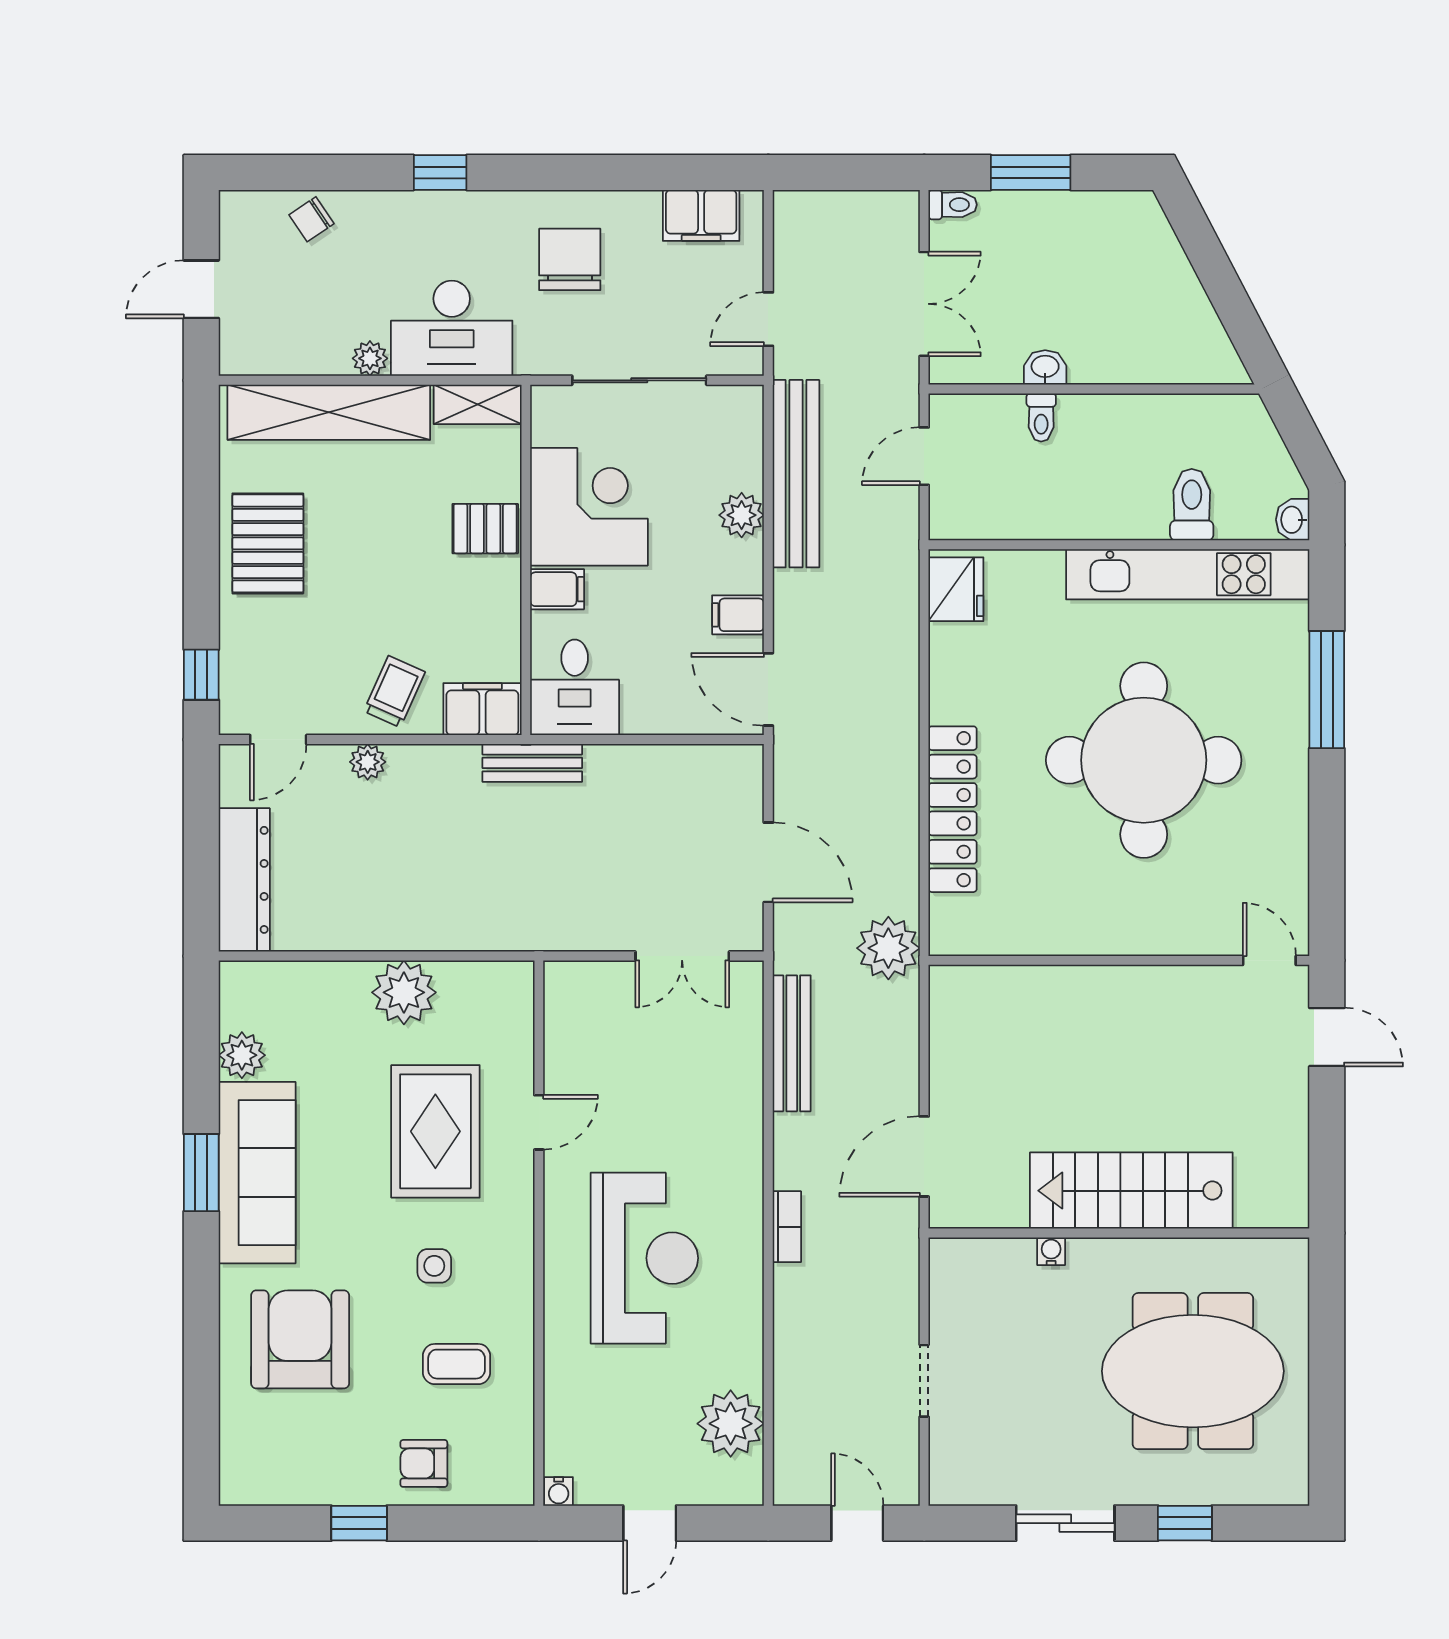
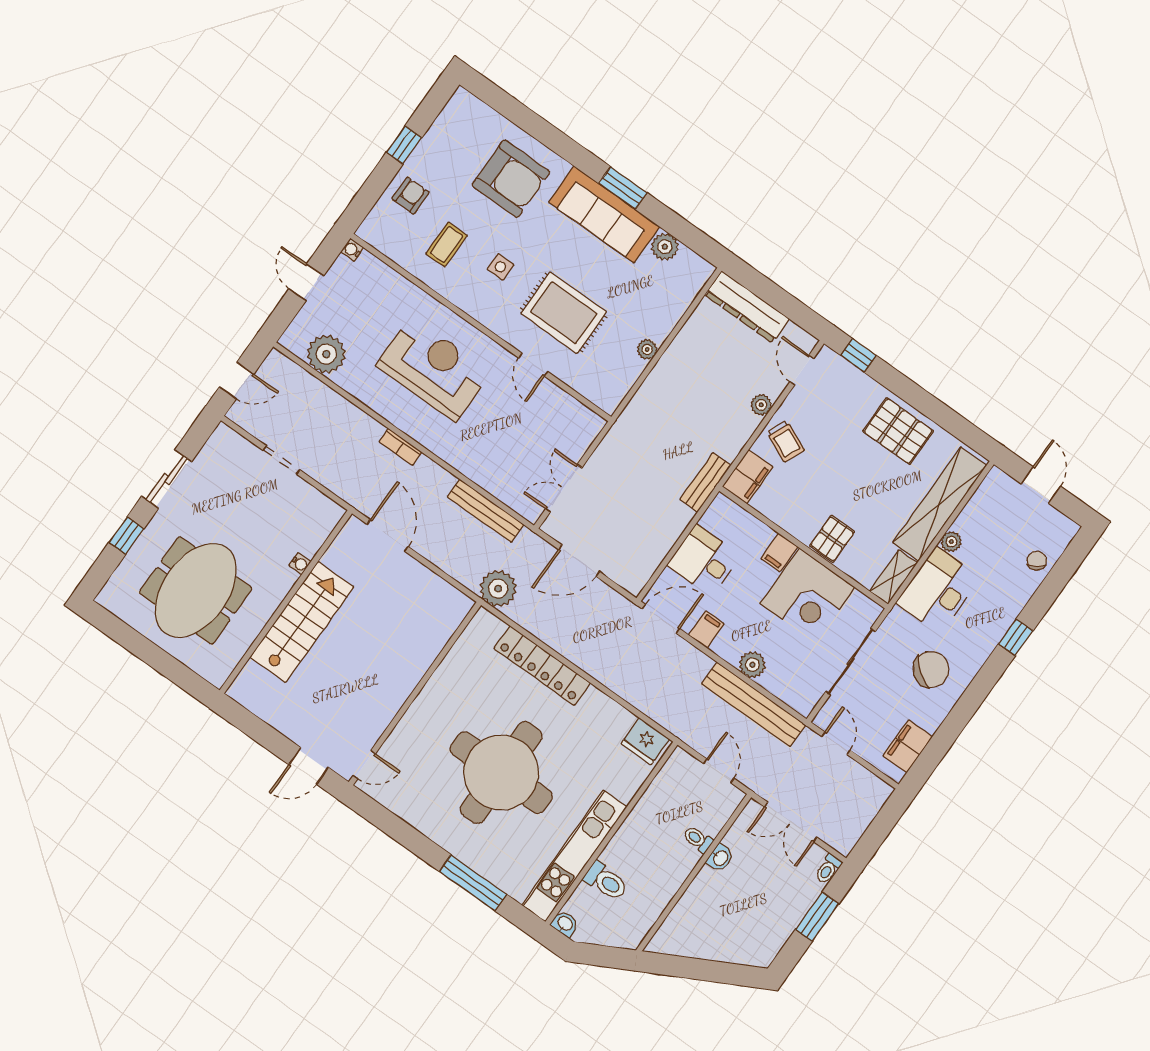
chair: (570, 259) -> (931, 669), turned -53
desk: (575, 687) -> (704, 560), moved
plant: (404, 992) -> (647, 350), width x0.53, depth x0.53
reception desk: (644, 1258) -> (434, 369), turned 180

